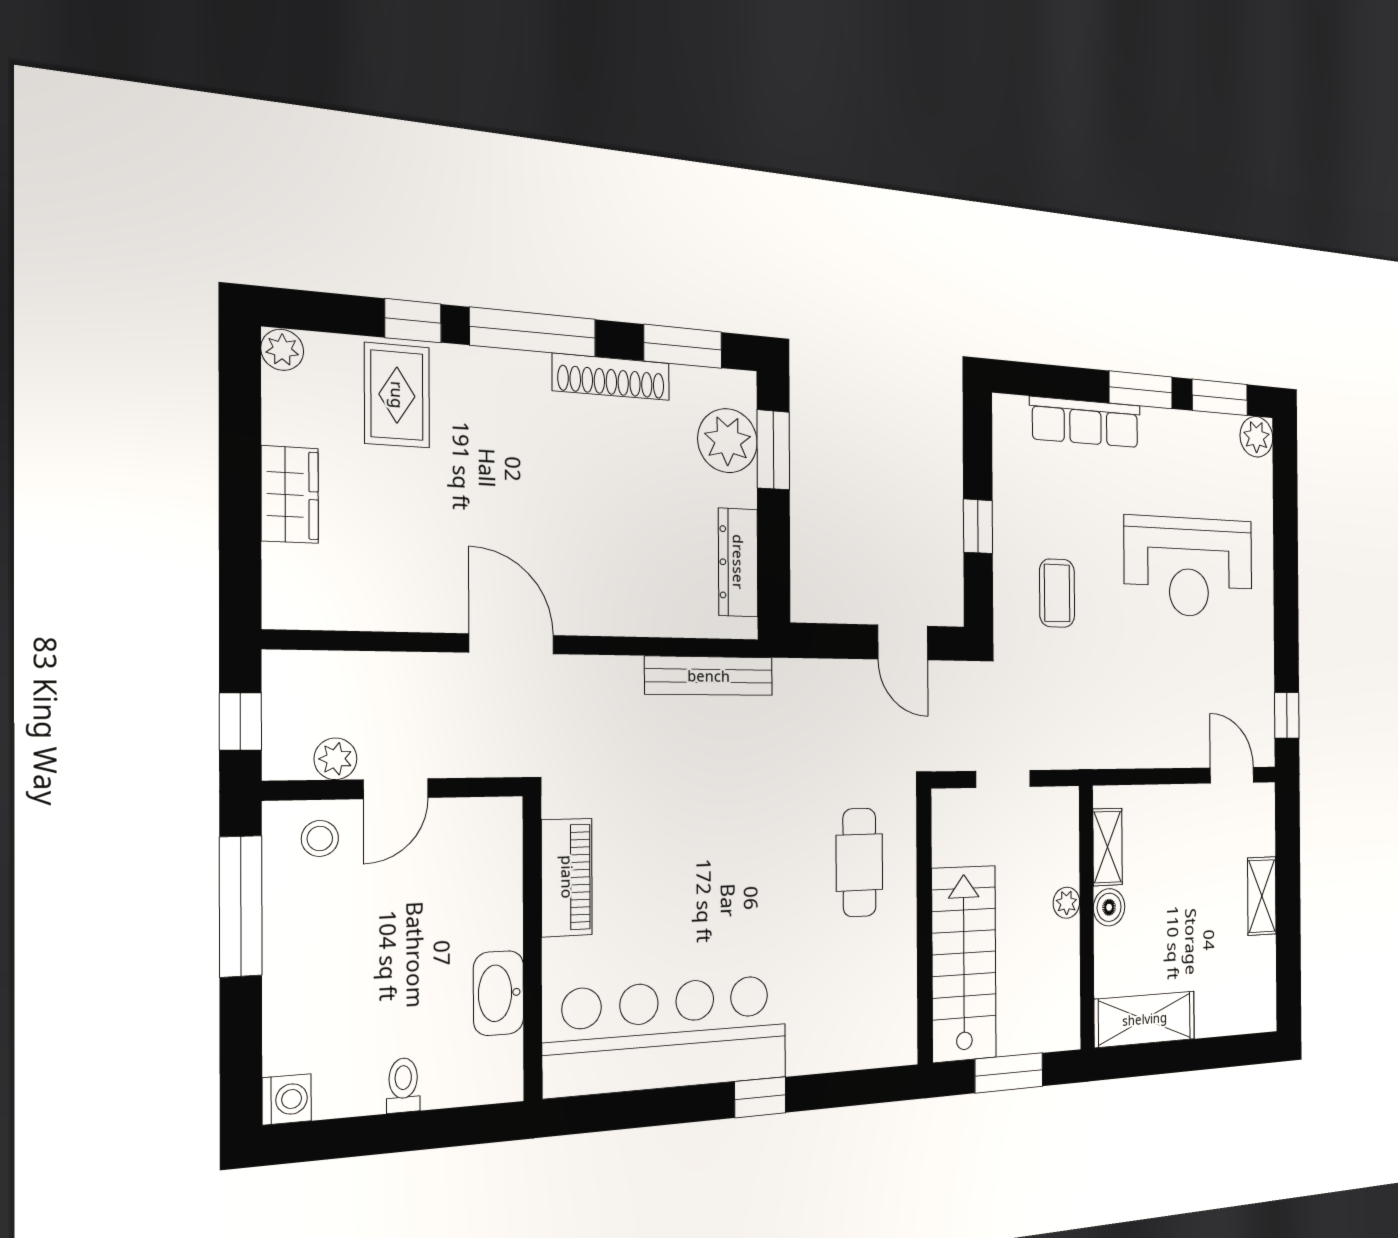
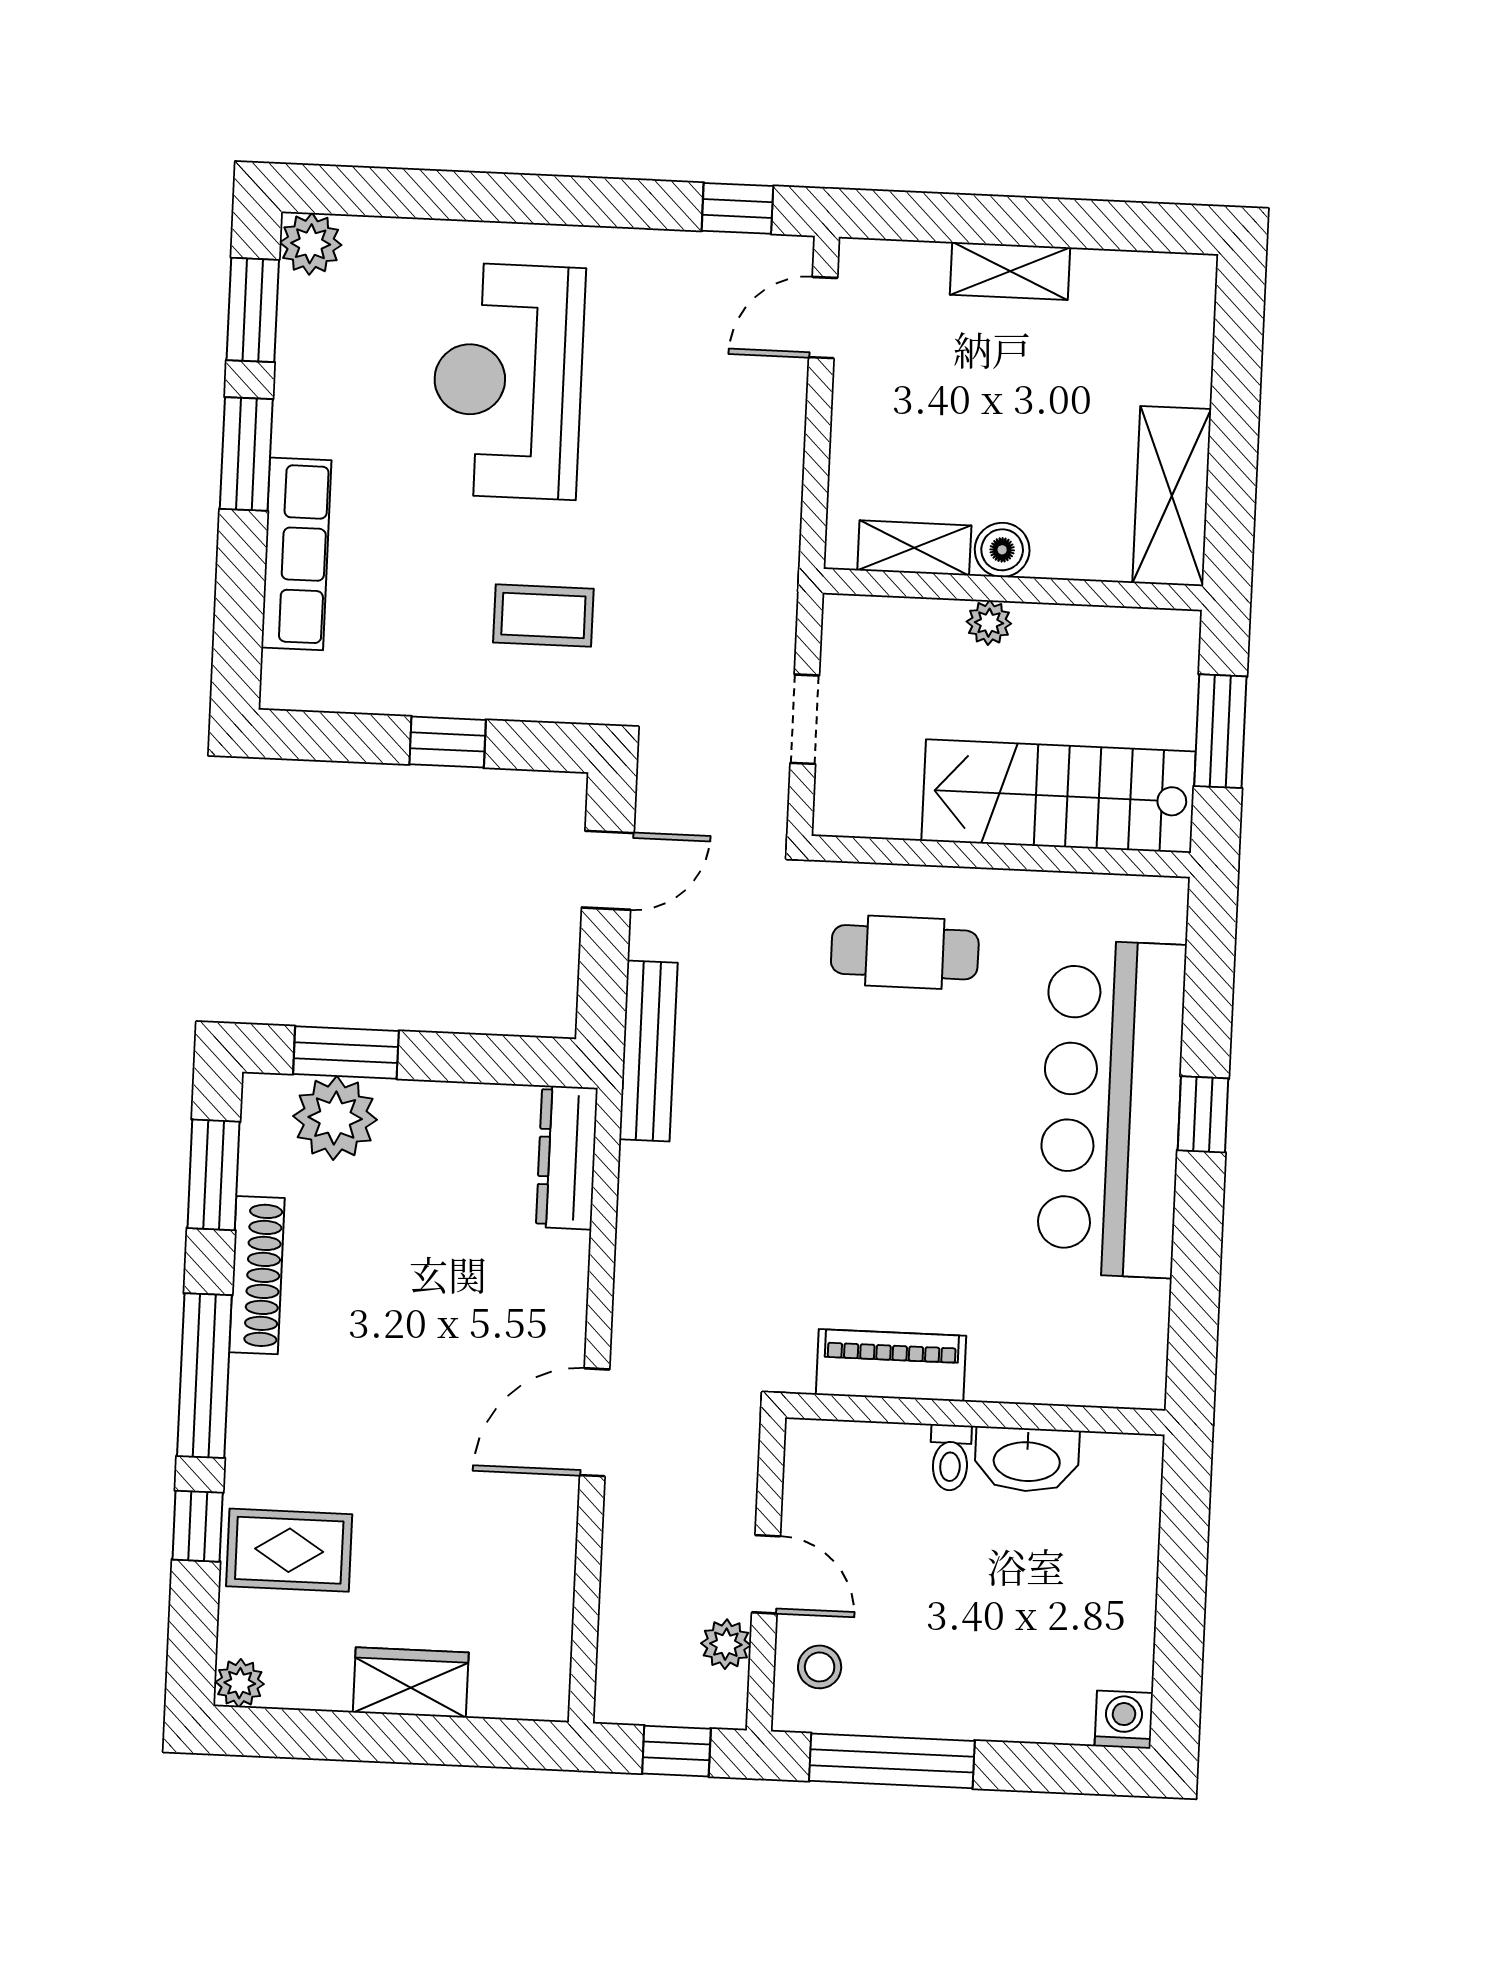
dresser: (738, 562) -> (567, 1157), moved, turned 90
reception desk: (1189, 567) -> (508, 381), turned 180
bench: (709, 676) -> (648, 1051), moved
bar counter: (667, 1035) -> (1111, 1109), moved
toilet: (403, 1085) -> (950, 1458), moved, turned -90

